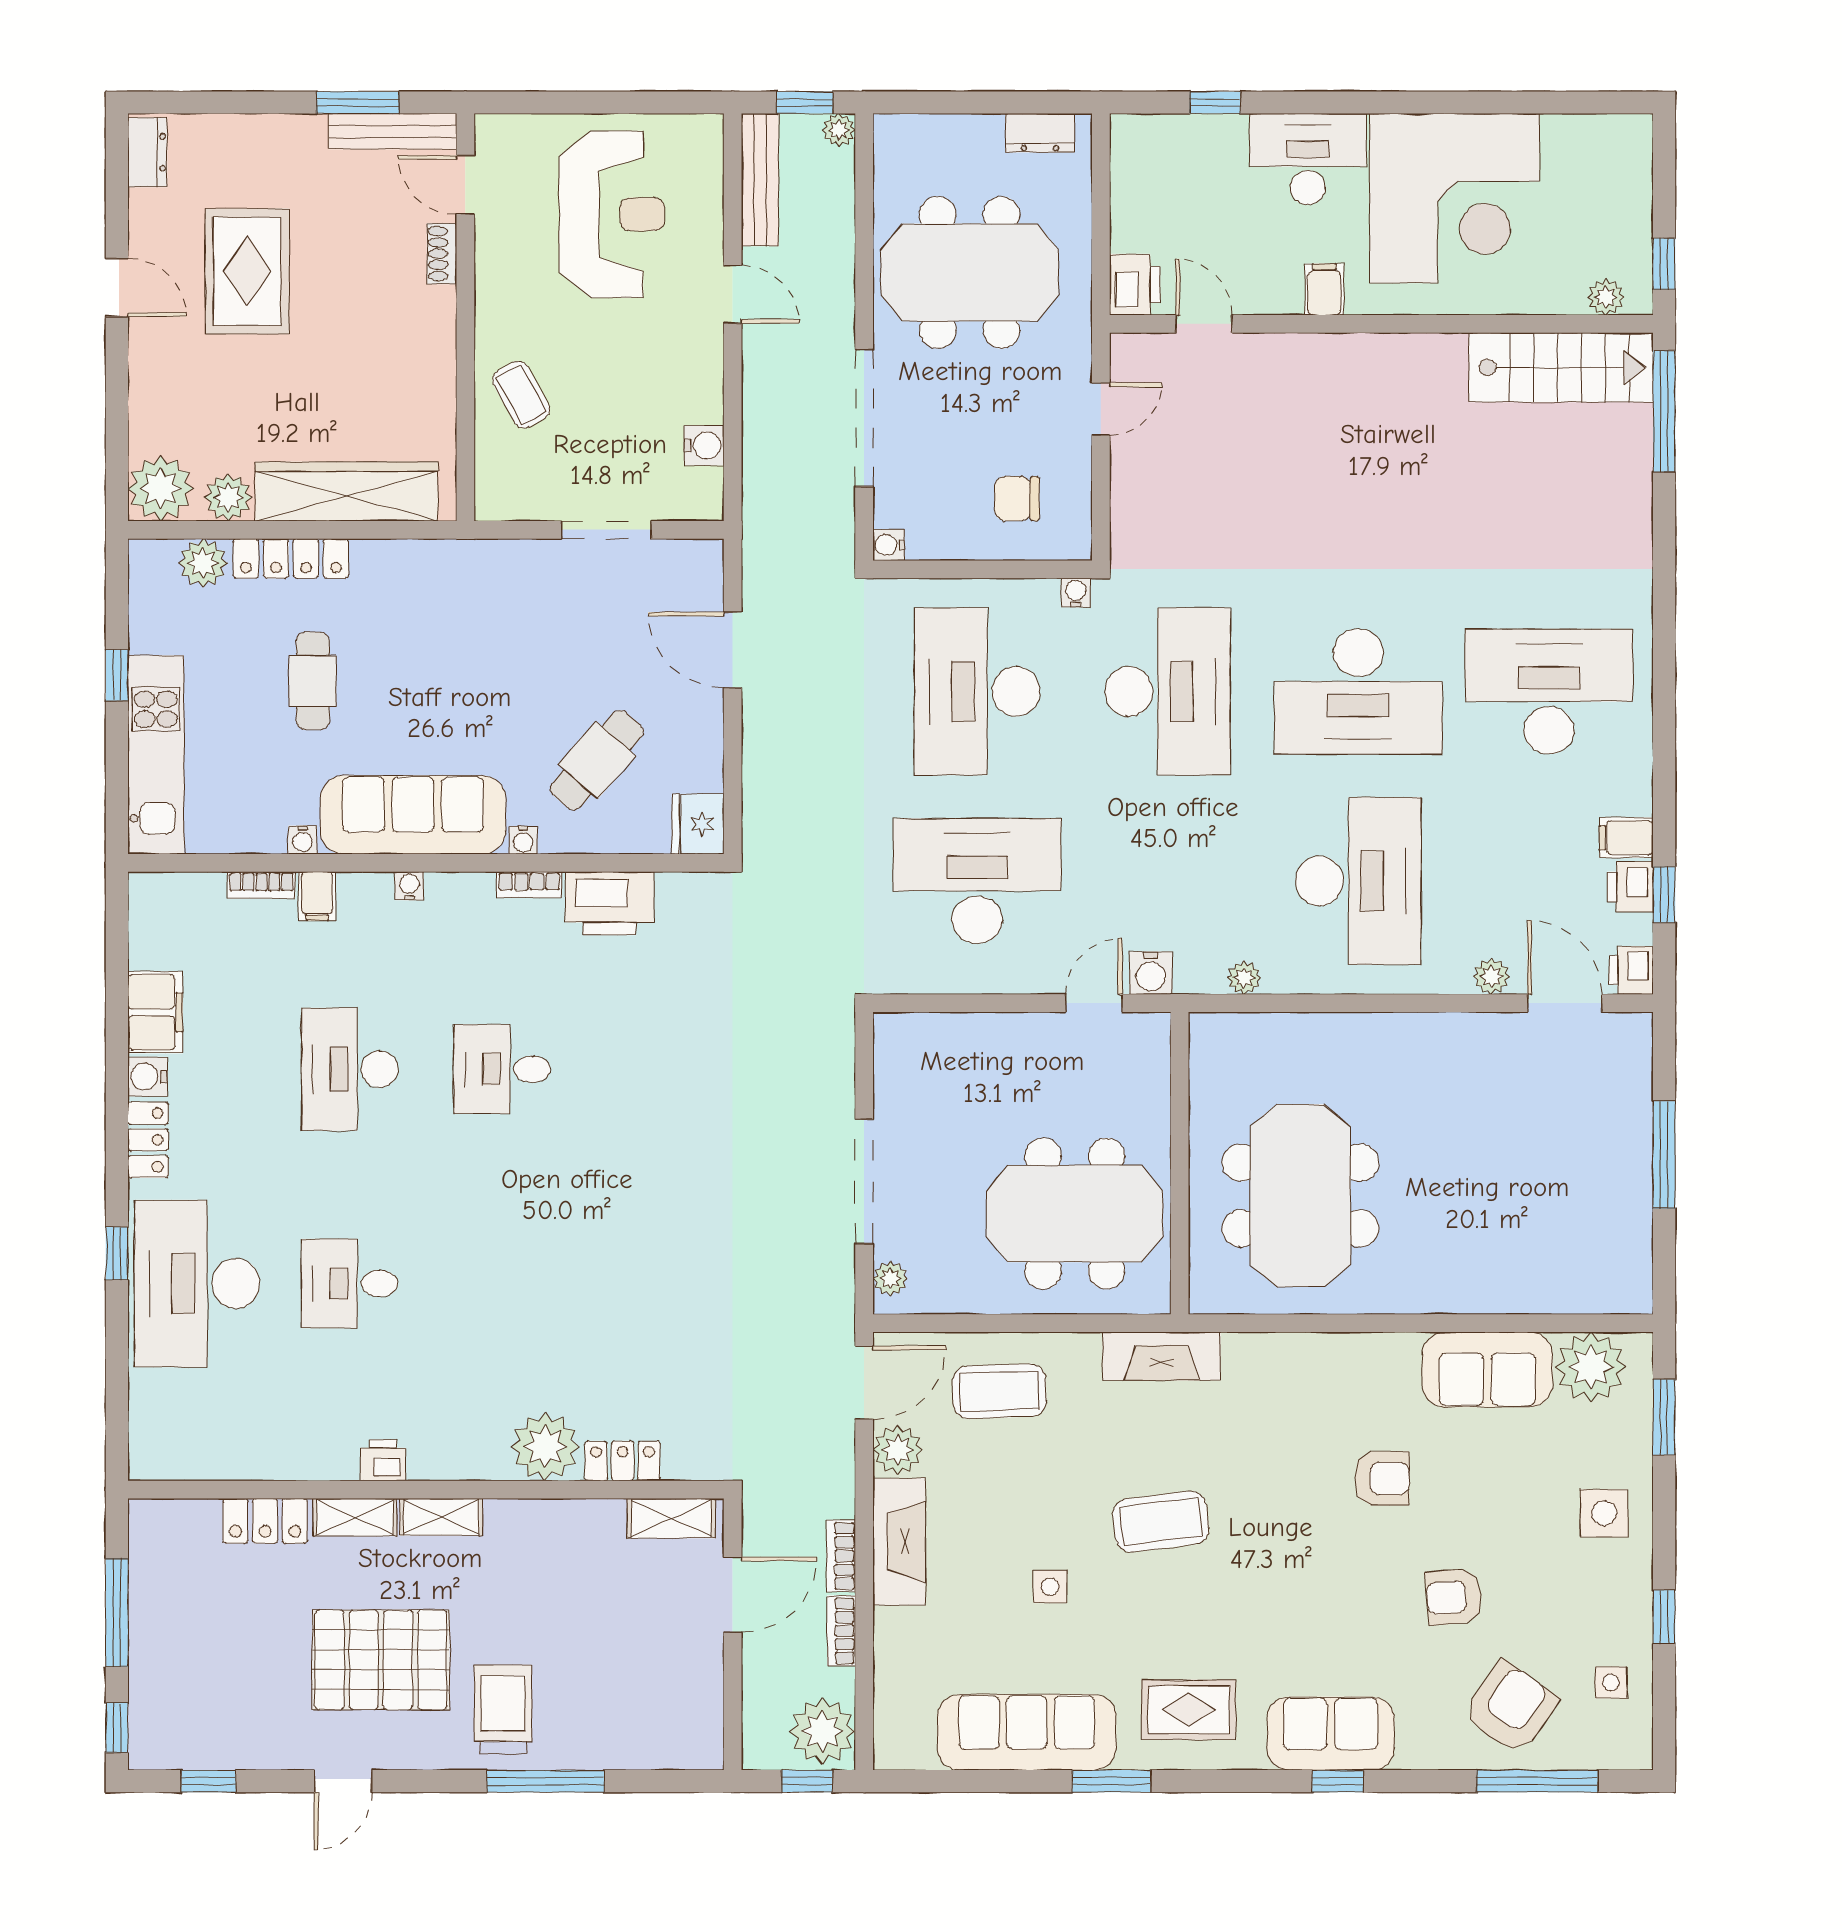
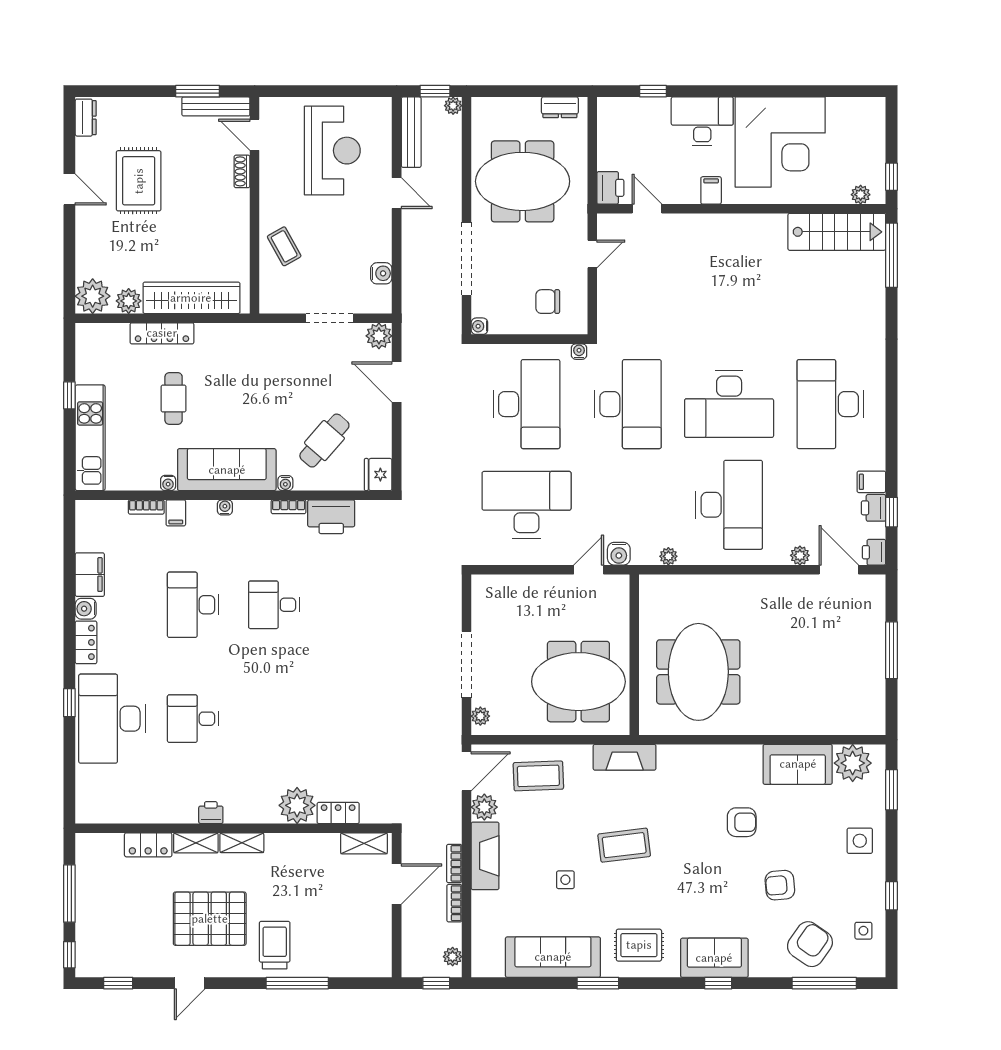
plant: (203, 563) -> (379, 336), moved
desk: (977, 691) -> (527, 404), turned 180
desk: (1549, 691) -> (830, 404), turned -90
plant: (822, 1731) -> (453, 957), width x0.53, depth x0.53

